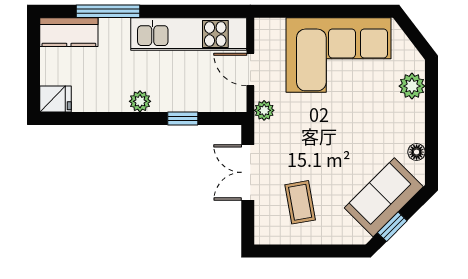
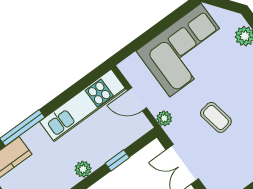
coffee table: (300, 202) -> (216, 117), moved

